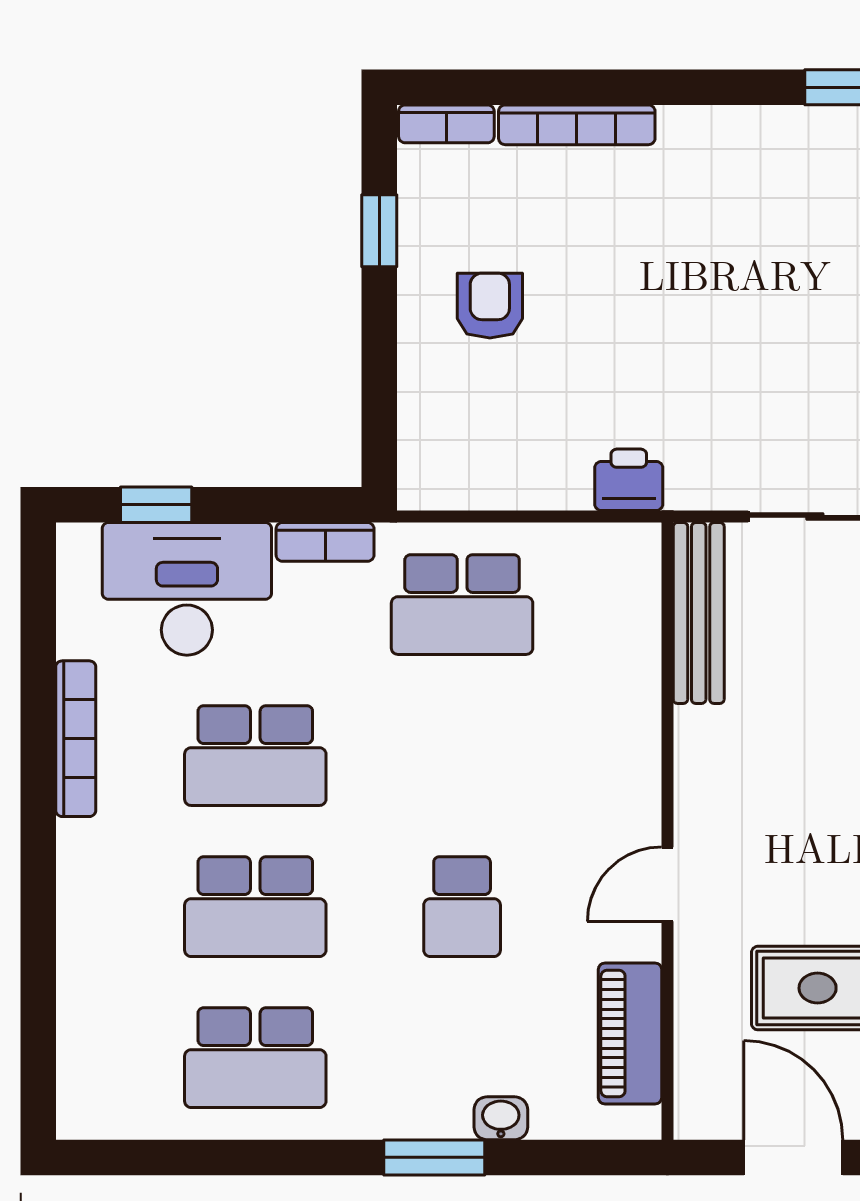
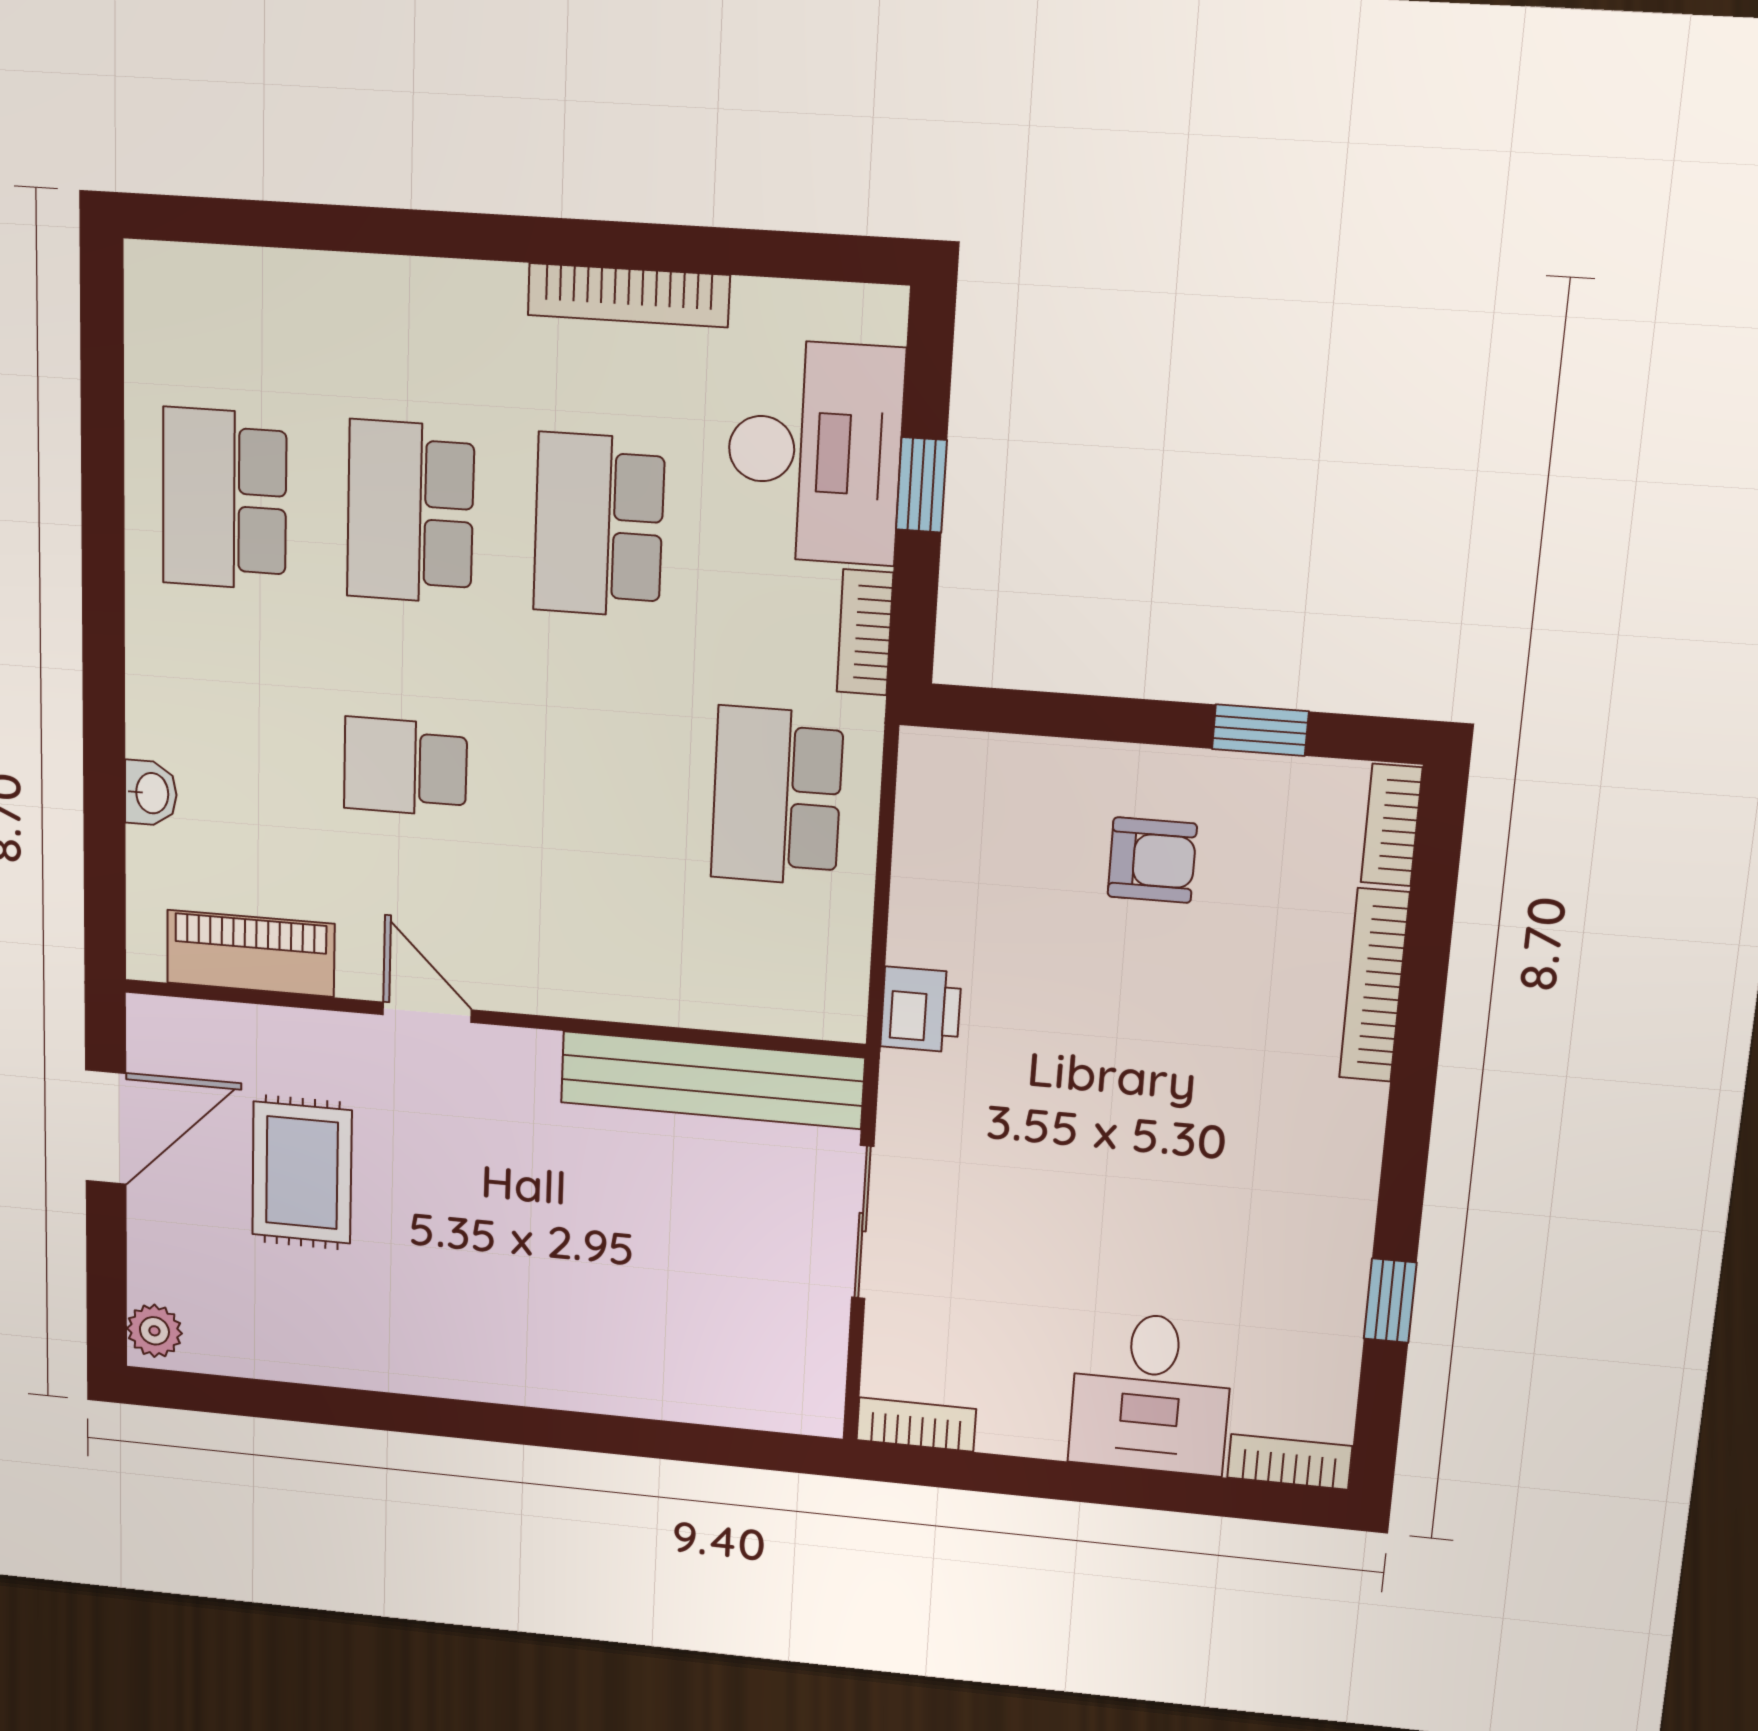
window: (156, 505) -> (921, 485), moved
bench: (699, 613) -> (712, 1080), width x1.37, depth x1.21
window: (434, 1157) -> (104, 710), removed

